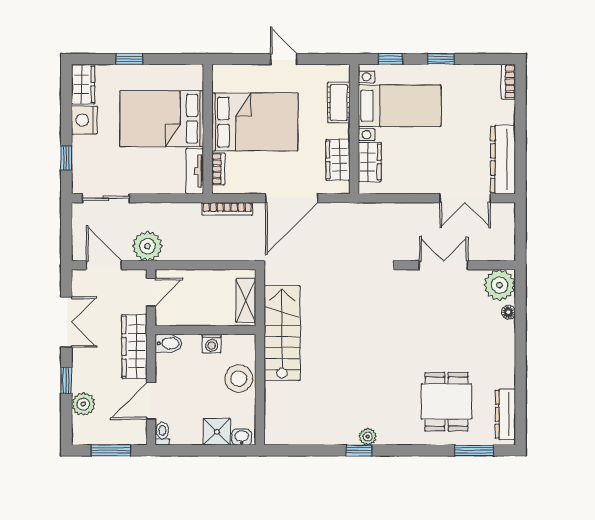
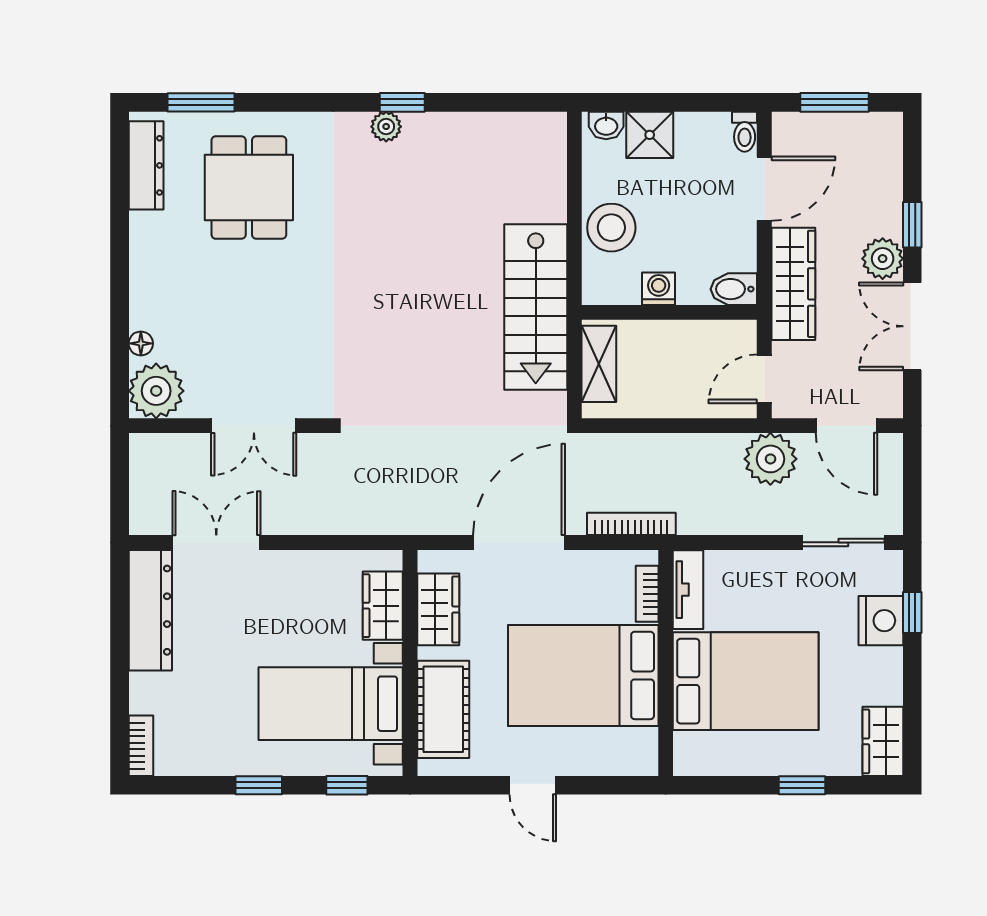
cot: (339, 103) -> (443, 709), width x1.37, depth x1.34
nightstand: (84, 120) -> (881, 621), moved
plant: (83, 404) -> (883, 259), moved

